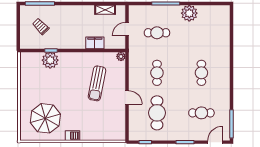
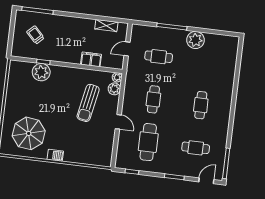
plant: (120, 67) -> (114, 89), added

